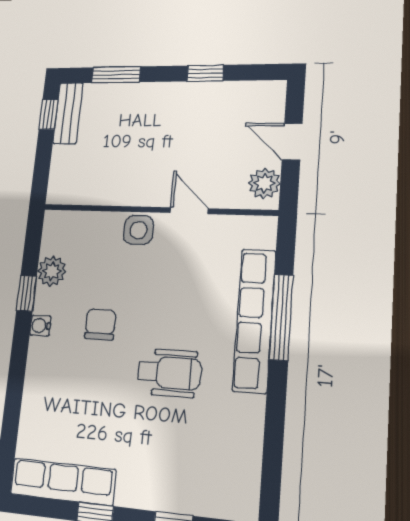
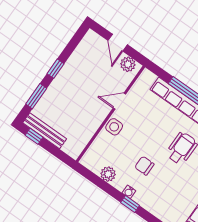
window: (205, 73) -> (56, 69), moved
bench: (68, 113) -> (45, 131), width x1.36
door: (292, 142) -> (118, 43), hinge flipped
window: (26, 293) -> (130, 204), moved

